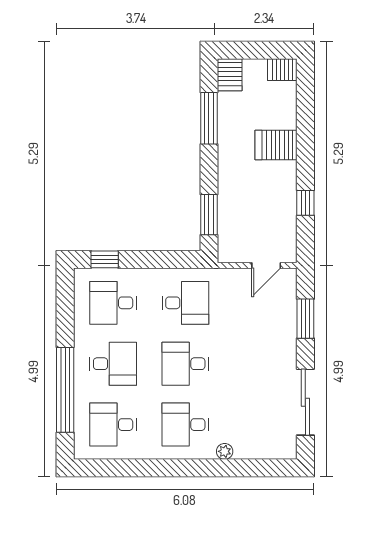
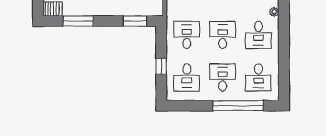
window: (105, 259) -> (161, 66), moved
desk: (185, 364) -> (223, 35), turned 180

